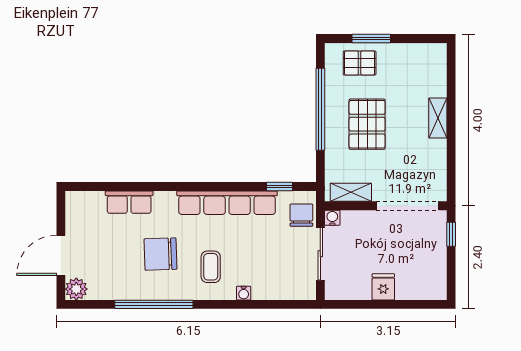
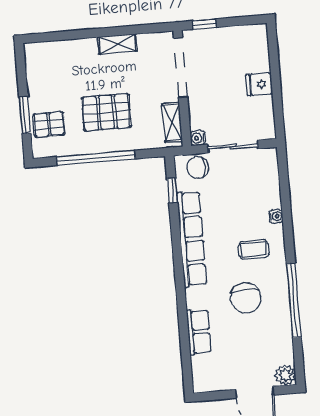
pallet: (360, 63) -> (49, 124), turned 90
shelving: (438, 118) -> (117, 44), moved

